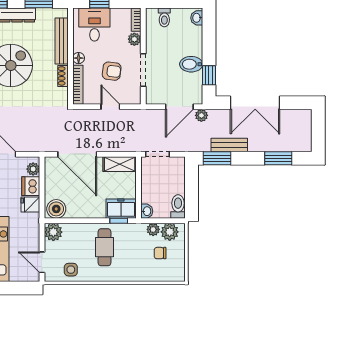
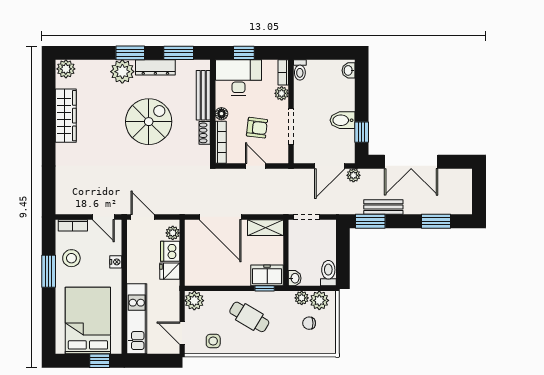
toilet: (164, 17) -> (300, 70), moved
desk: (94, 24) -> (238, 78), width x1.37
boiler: (56, 209) -> (197, 276), removed
cafe table: (104, 247) -> (249, 317), turned -59

